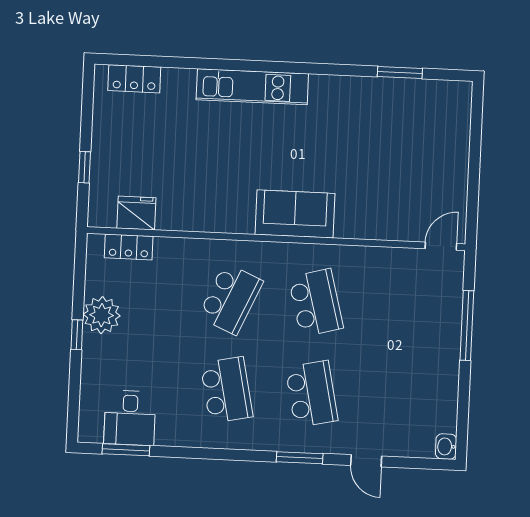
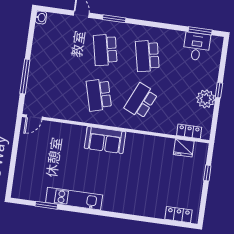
kitchen unit: (252, 87) -> (74, 199), moved

